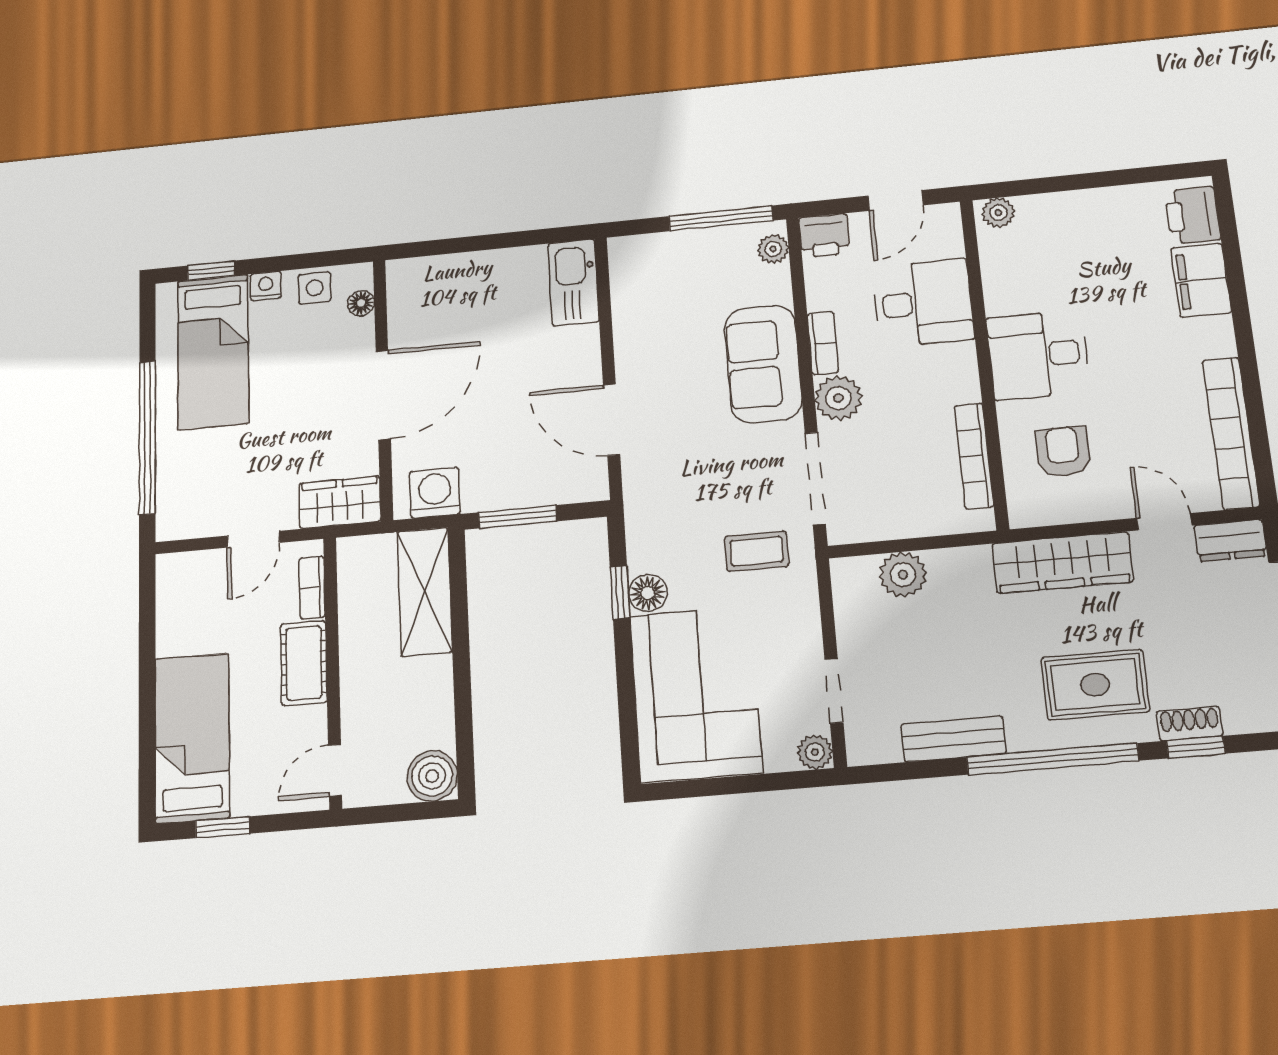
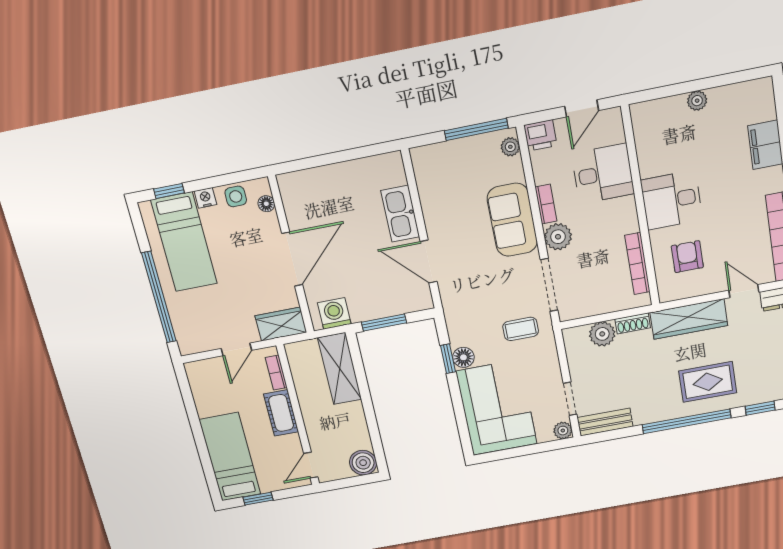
plant: (998, 213) -> (697, 101), moved
printer: (1192, 215) -> (761, 103), removed
kitchen sink: (573, 282) -> (400, 214), moved
shoe rack: (1190, 724) -> (633, 323), moved, turned 180
bench: (953, 739) -> (605, 422), moved

